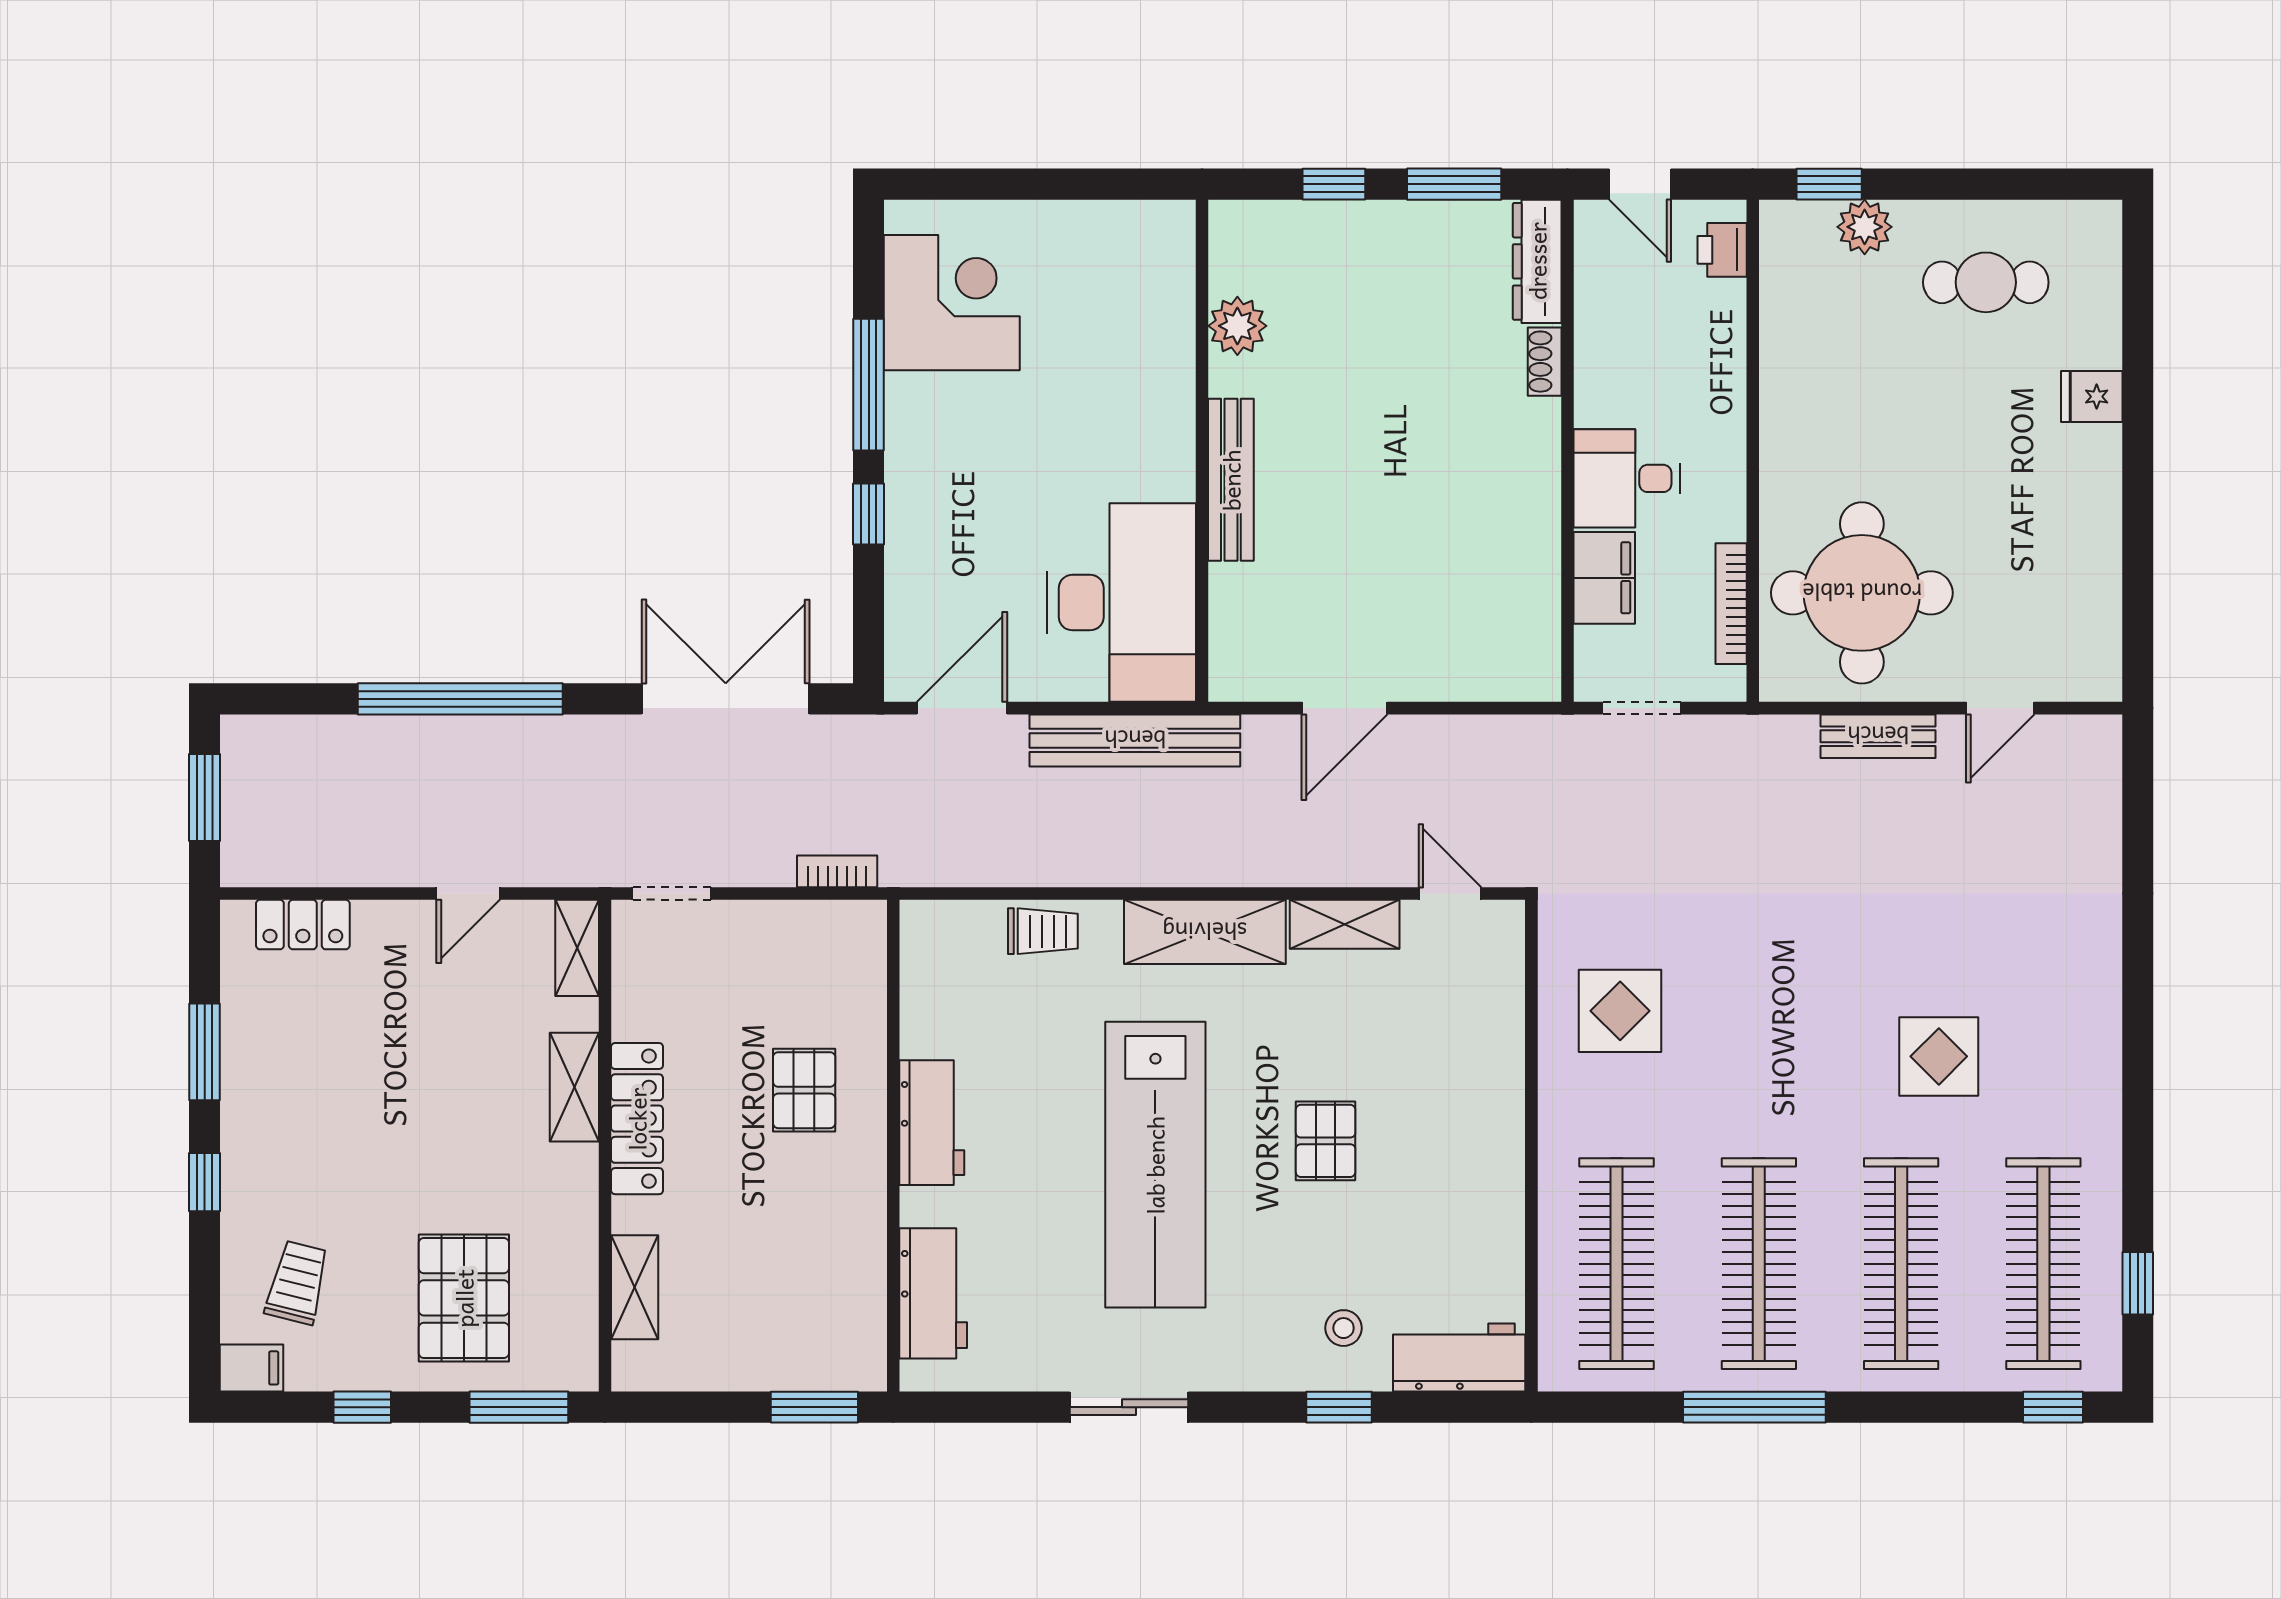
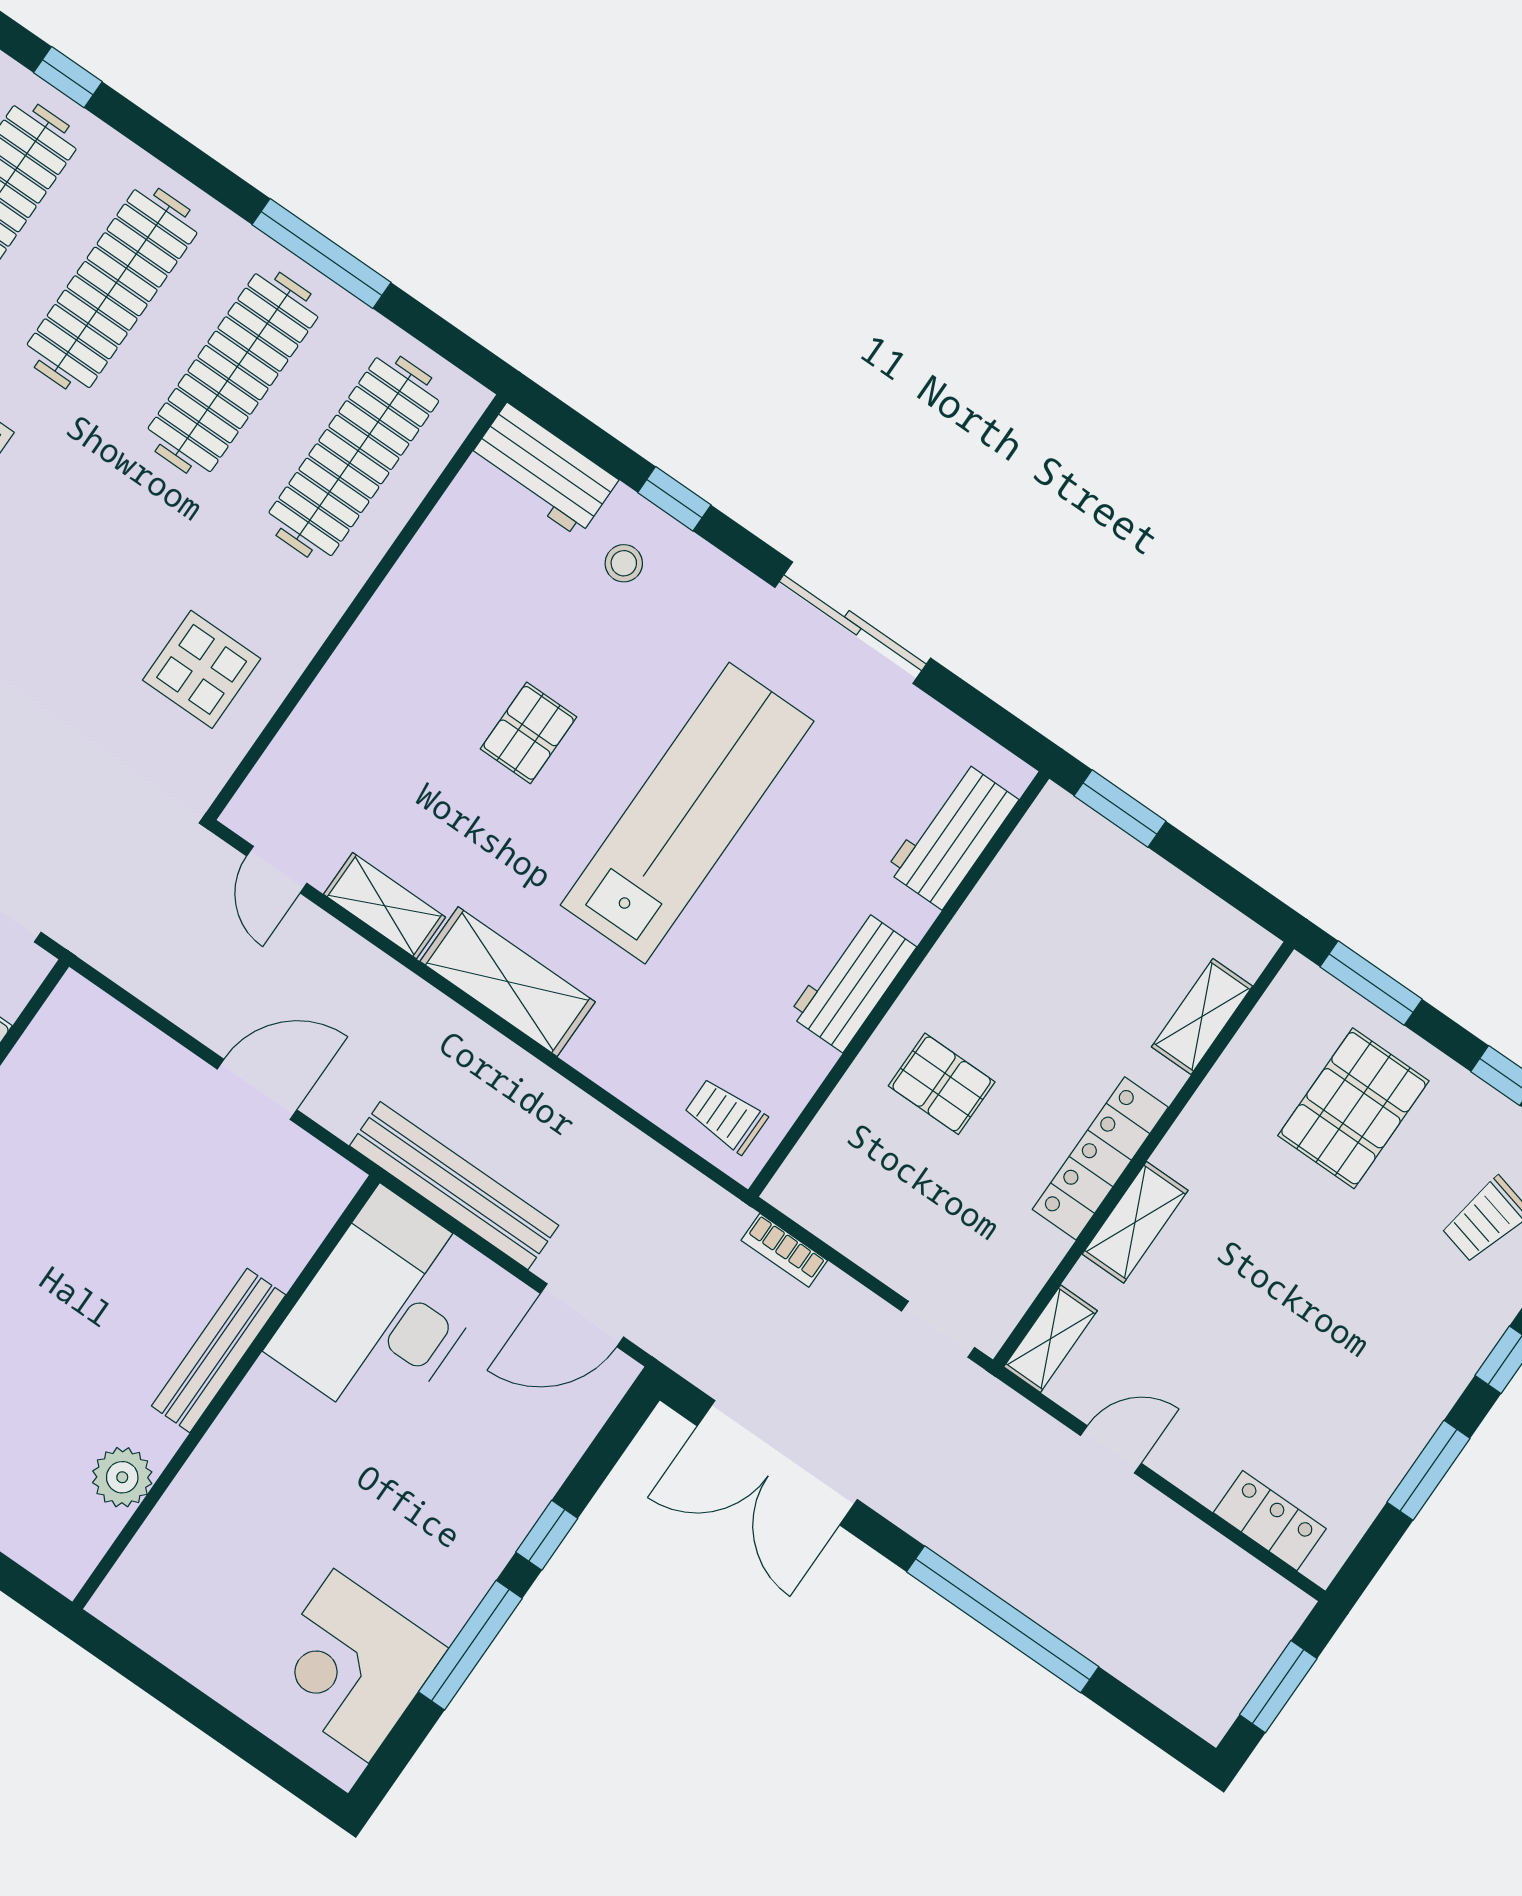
trolley: (1043, 931) -> (726, 1116), moved
pallet: (804, 1090) -> (942, 1084), turned 90
sliding door: (1129, 1407) -> (853, 623), width x1.37

